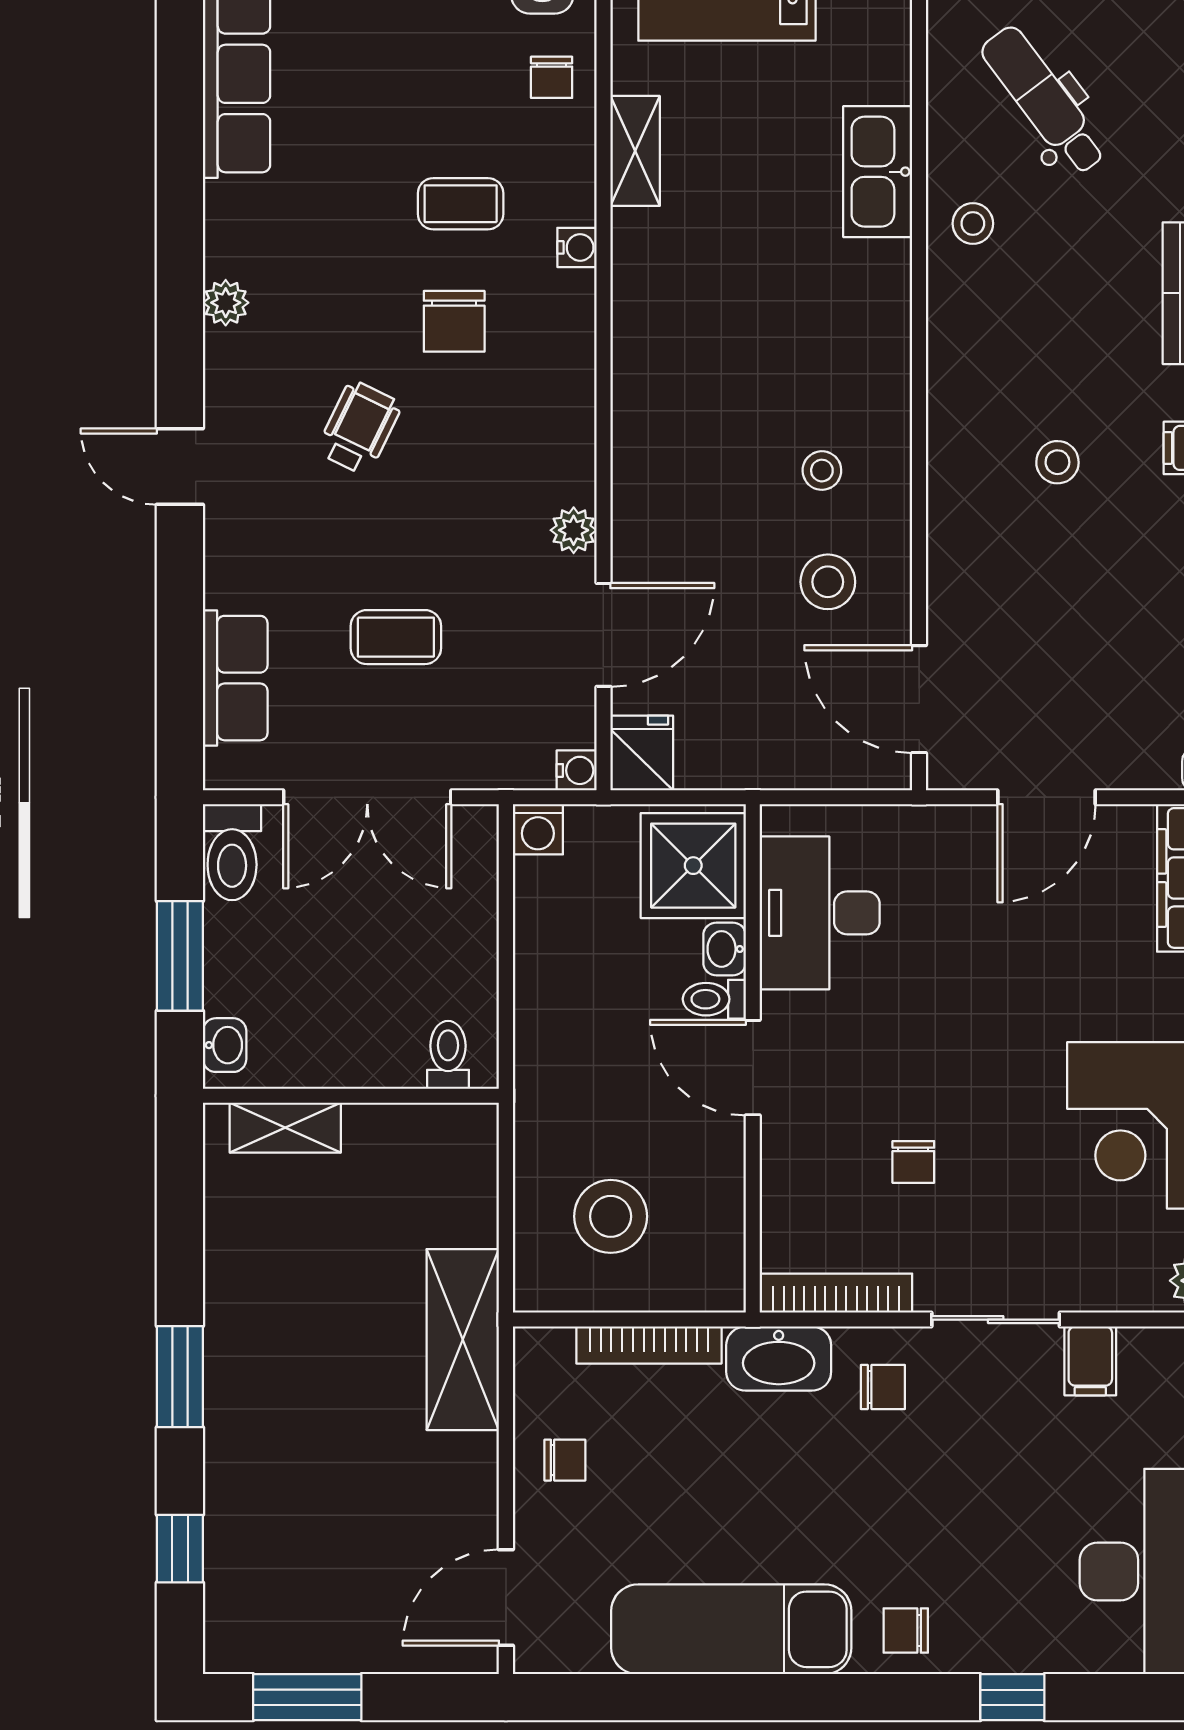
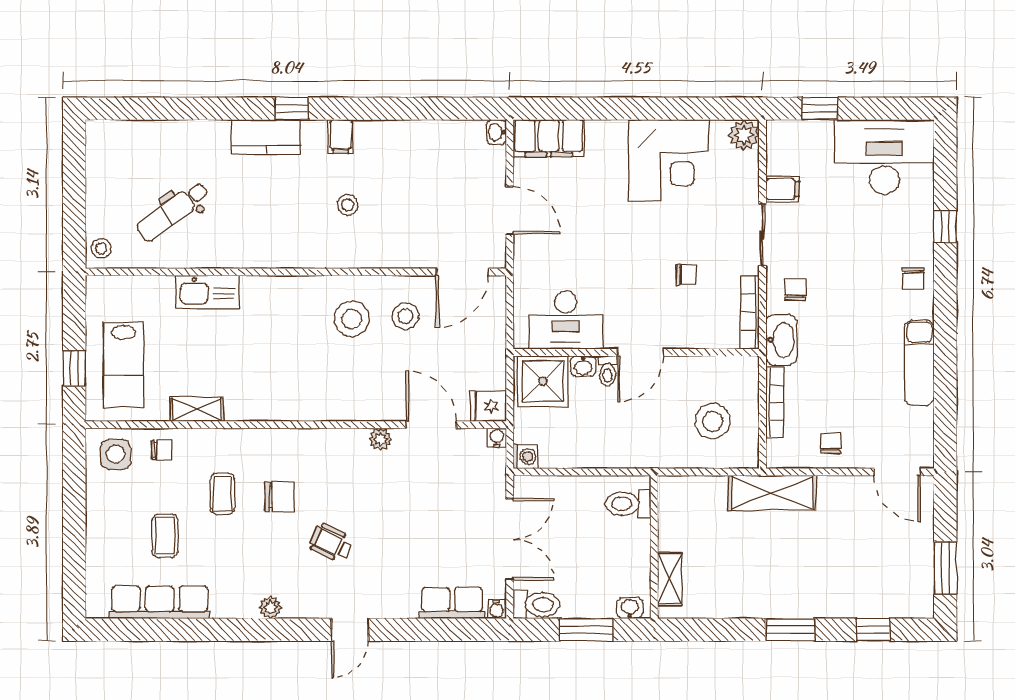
stool: (973, 223) -> (232, 246), removed
water cooler: (577, 247) -> (497, 609), moved, turned 180
stool: (822, 471) -> (352, 319), width x1.89, depth x1.89
coffee table: (396, 637) -> (165, 536), moved
toilet: (448, 1055) -> (628, 504), width x1.37, depth x1.39
exam couch: (731, 1629) -> (919, 363), width x0.73, depth x0.69

